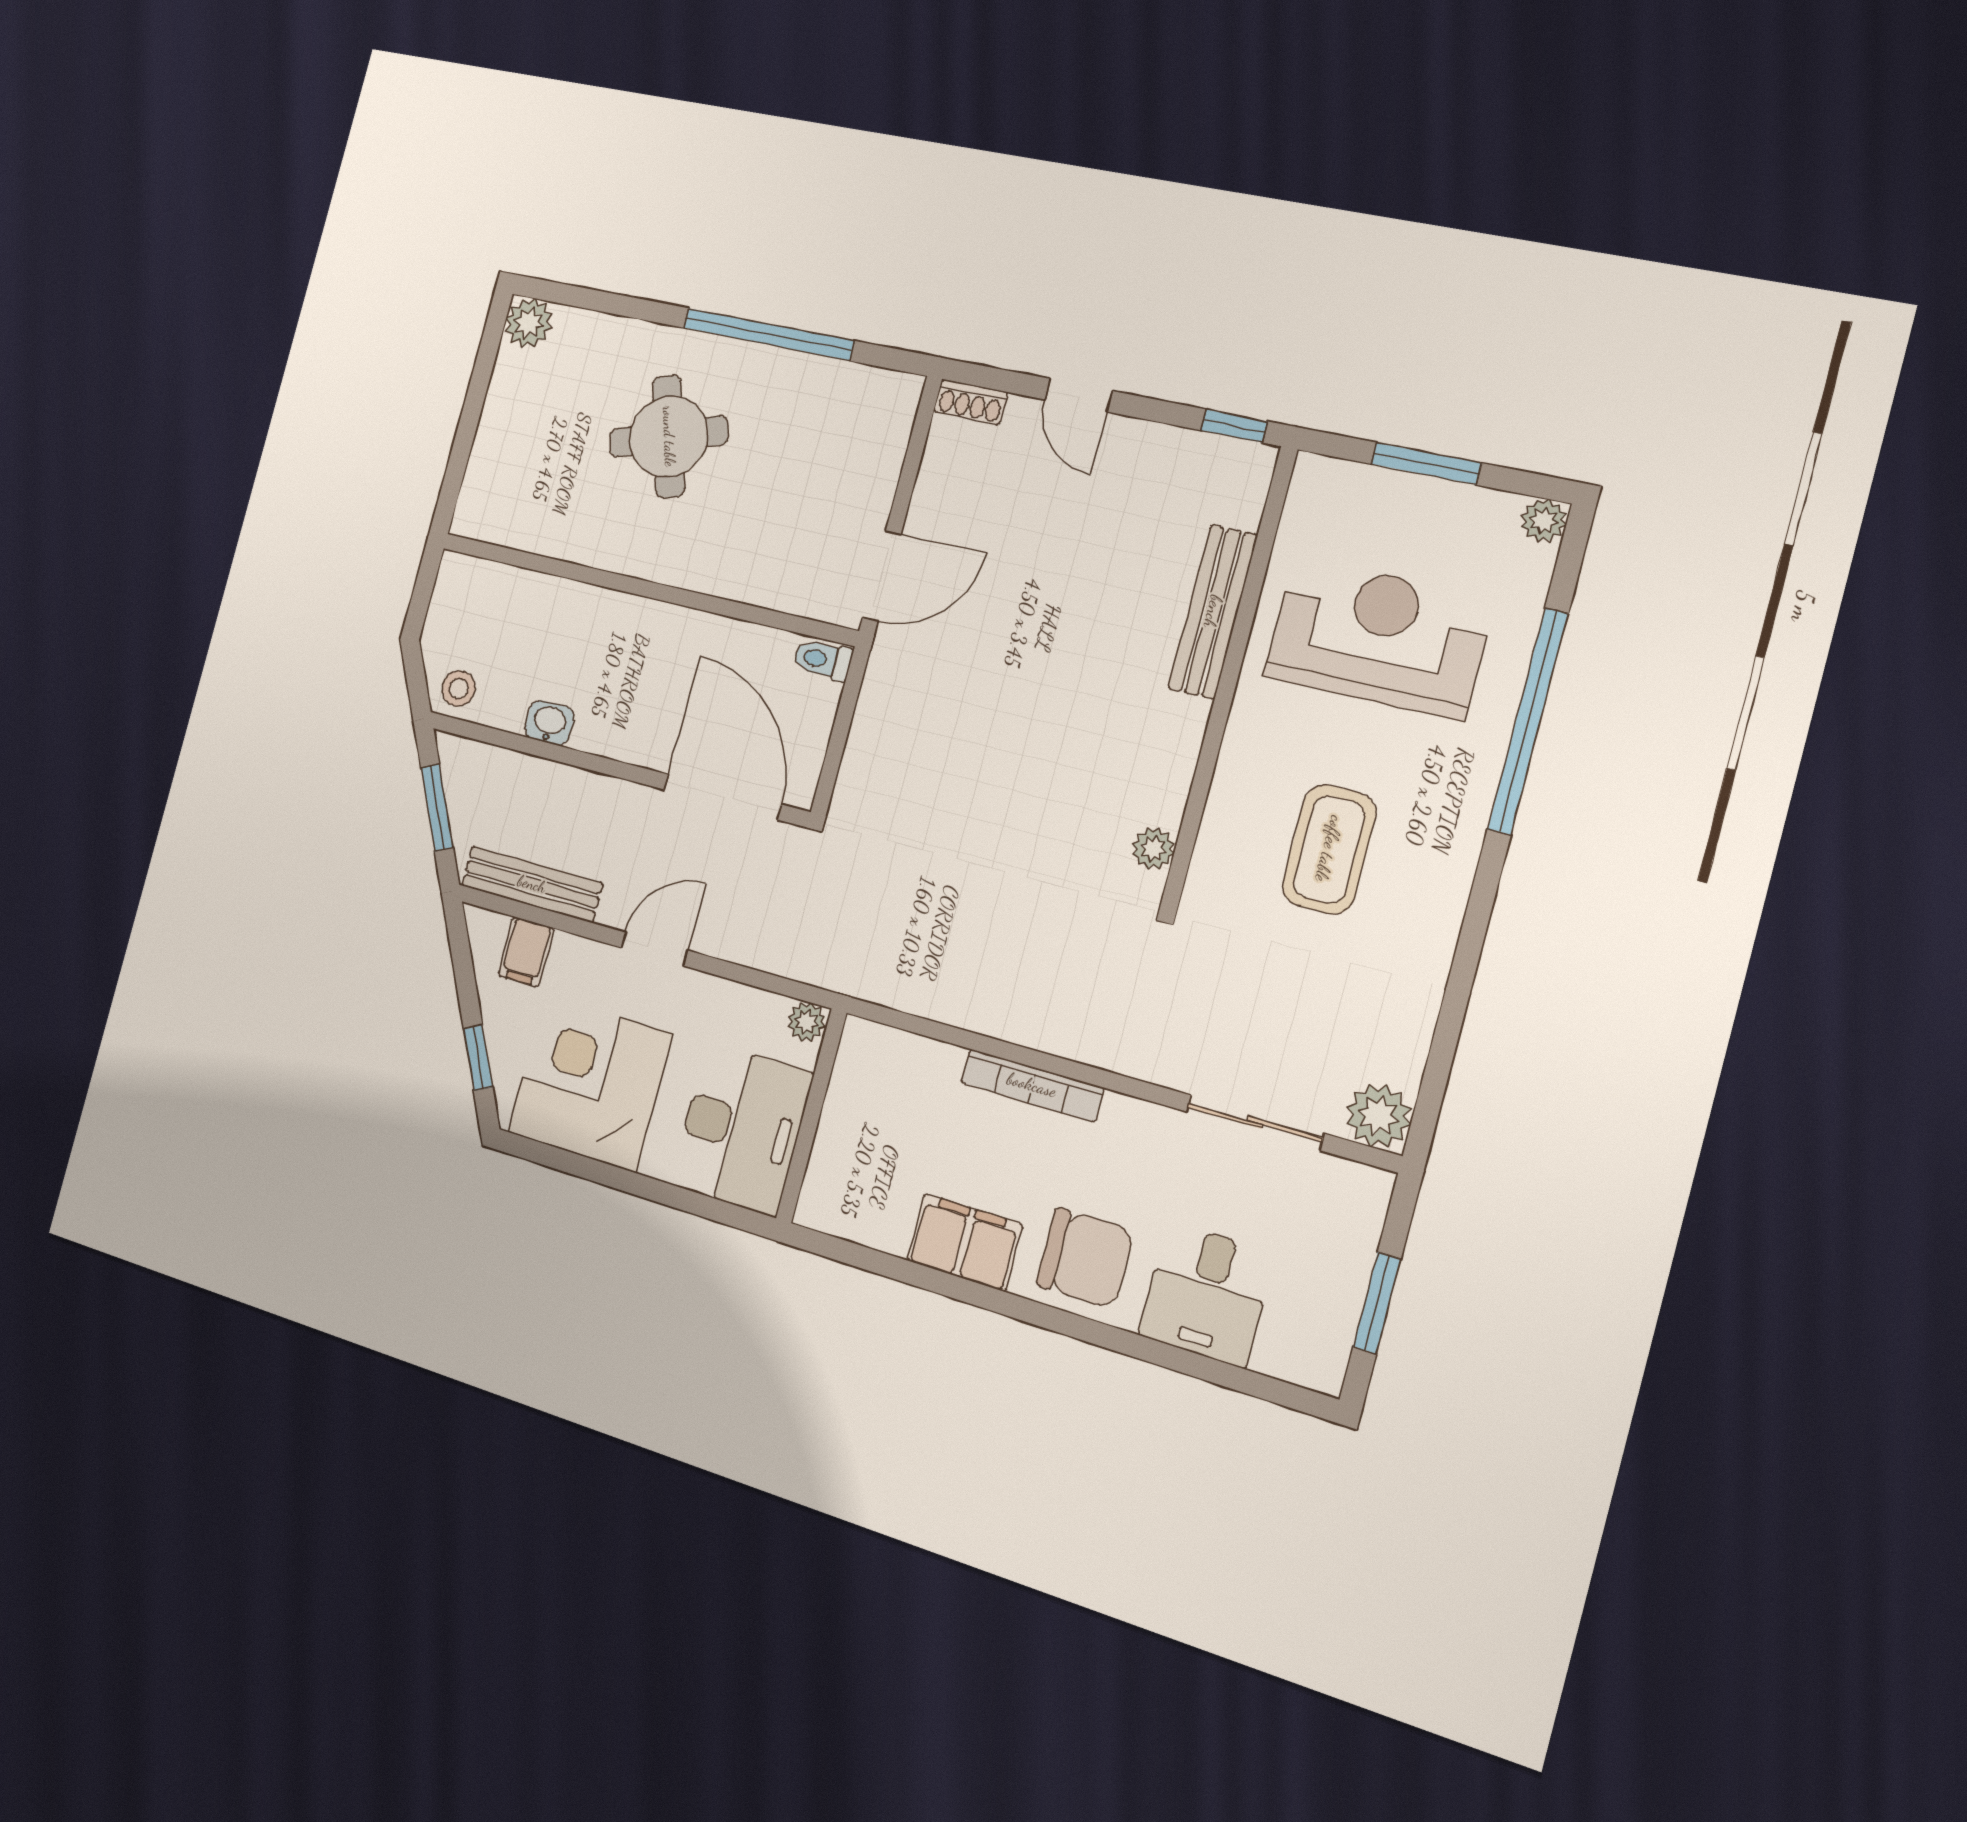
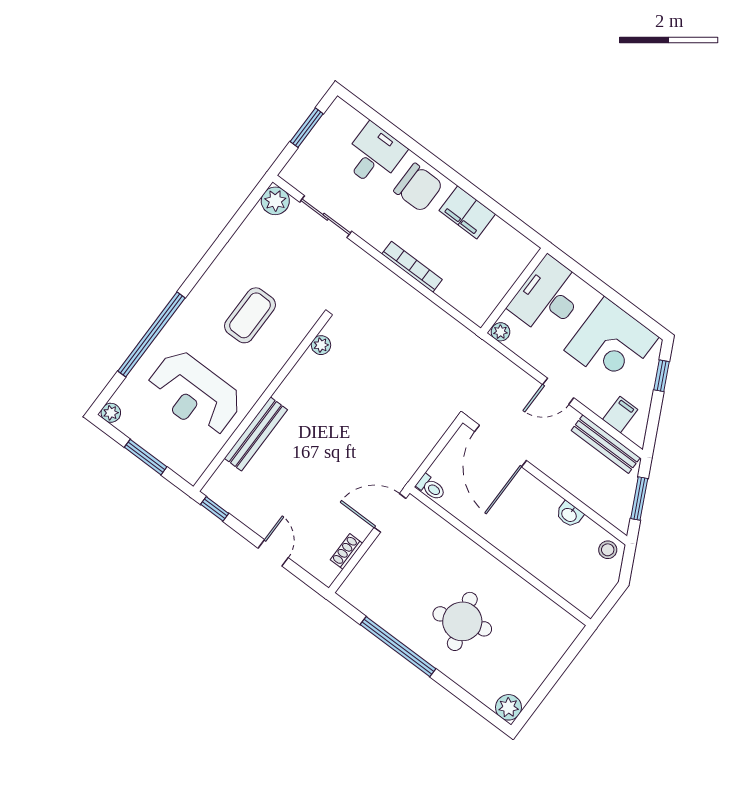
shoe rack: (971, 402) -> (346, 551), moved, turned -90
chair: (1085, 1258) -> (418, 188), turned 180

